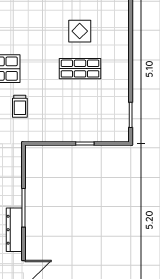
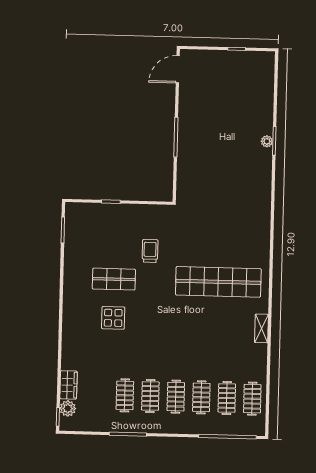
trolley: (20, 106) -> (150, 251), moved
dresser: (14, 230) -> (186, 115), removed

